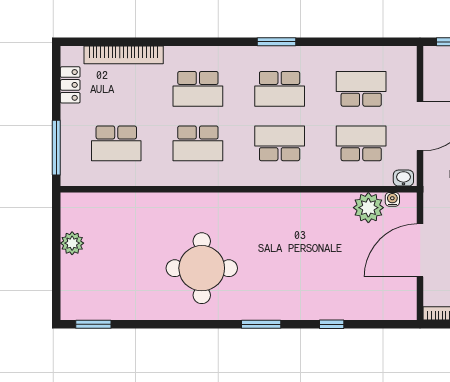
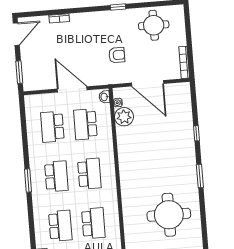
school desk: (280, 143) -> (89, 174), turned 180

